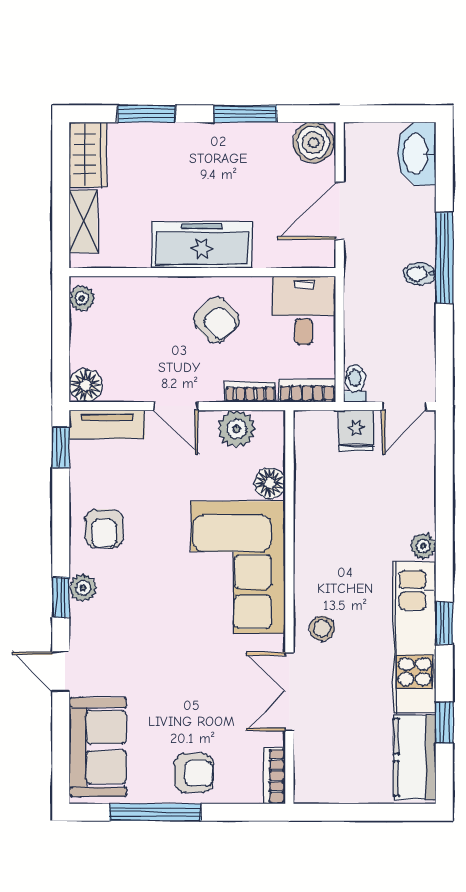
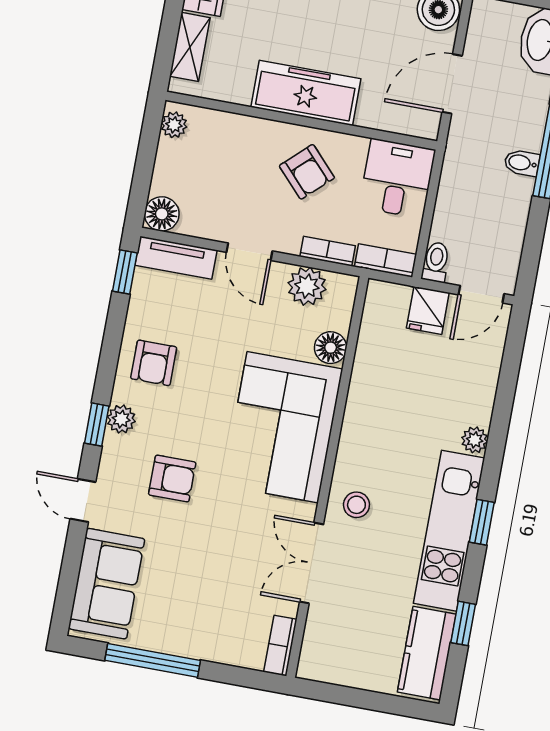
armchair: (194, 773) -> (172, 479), moved

